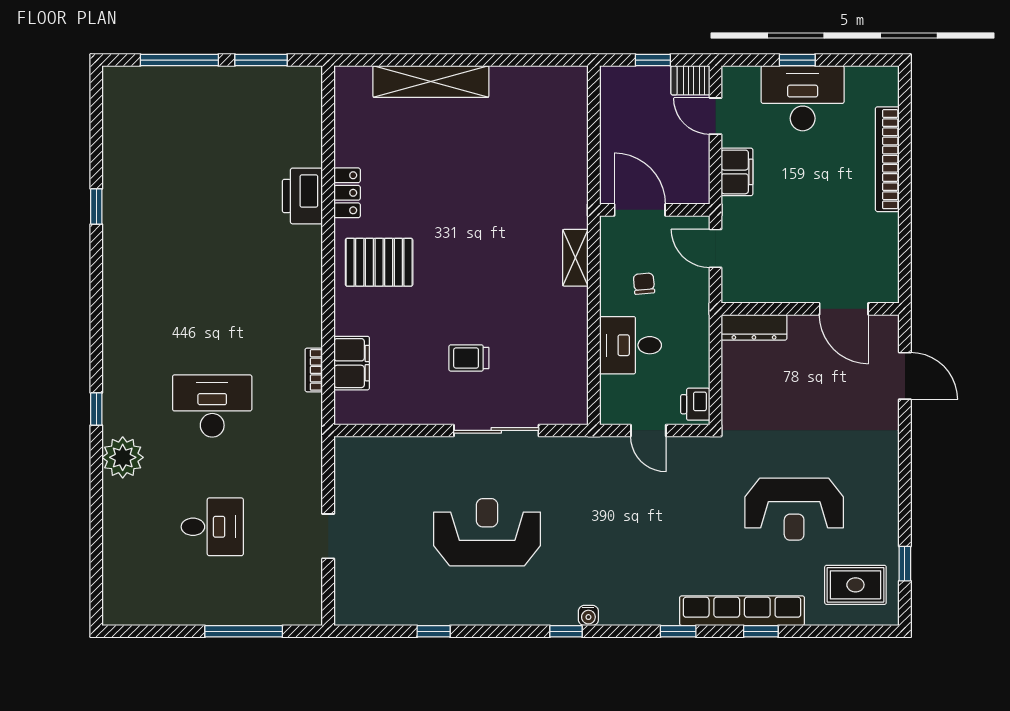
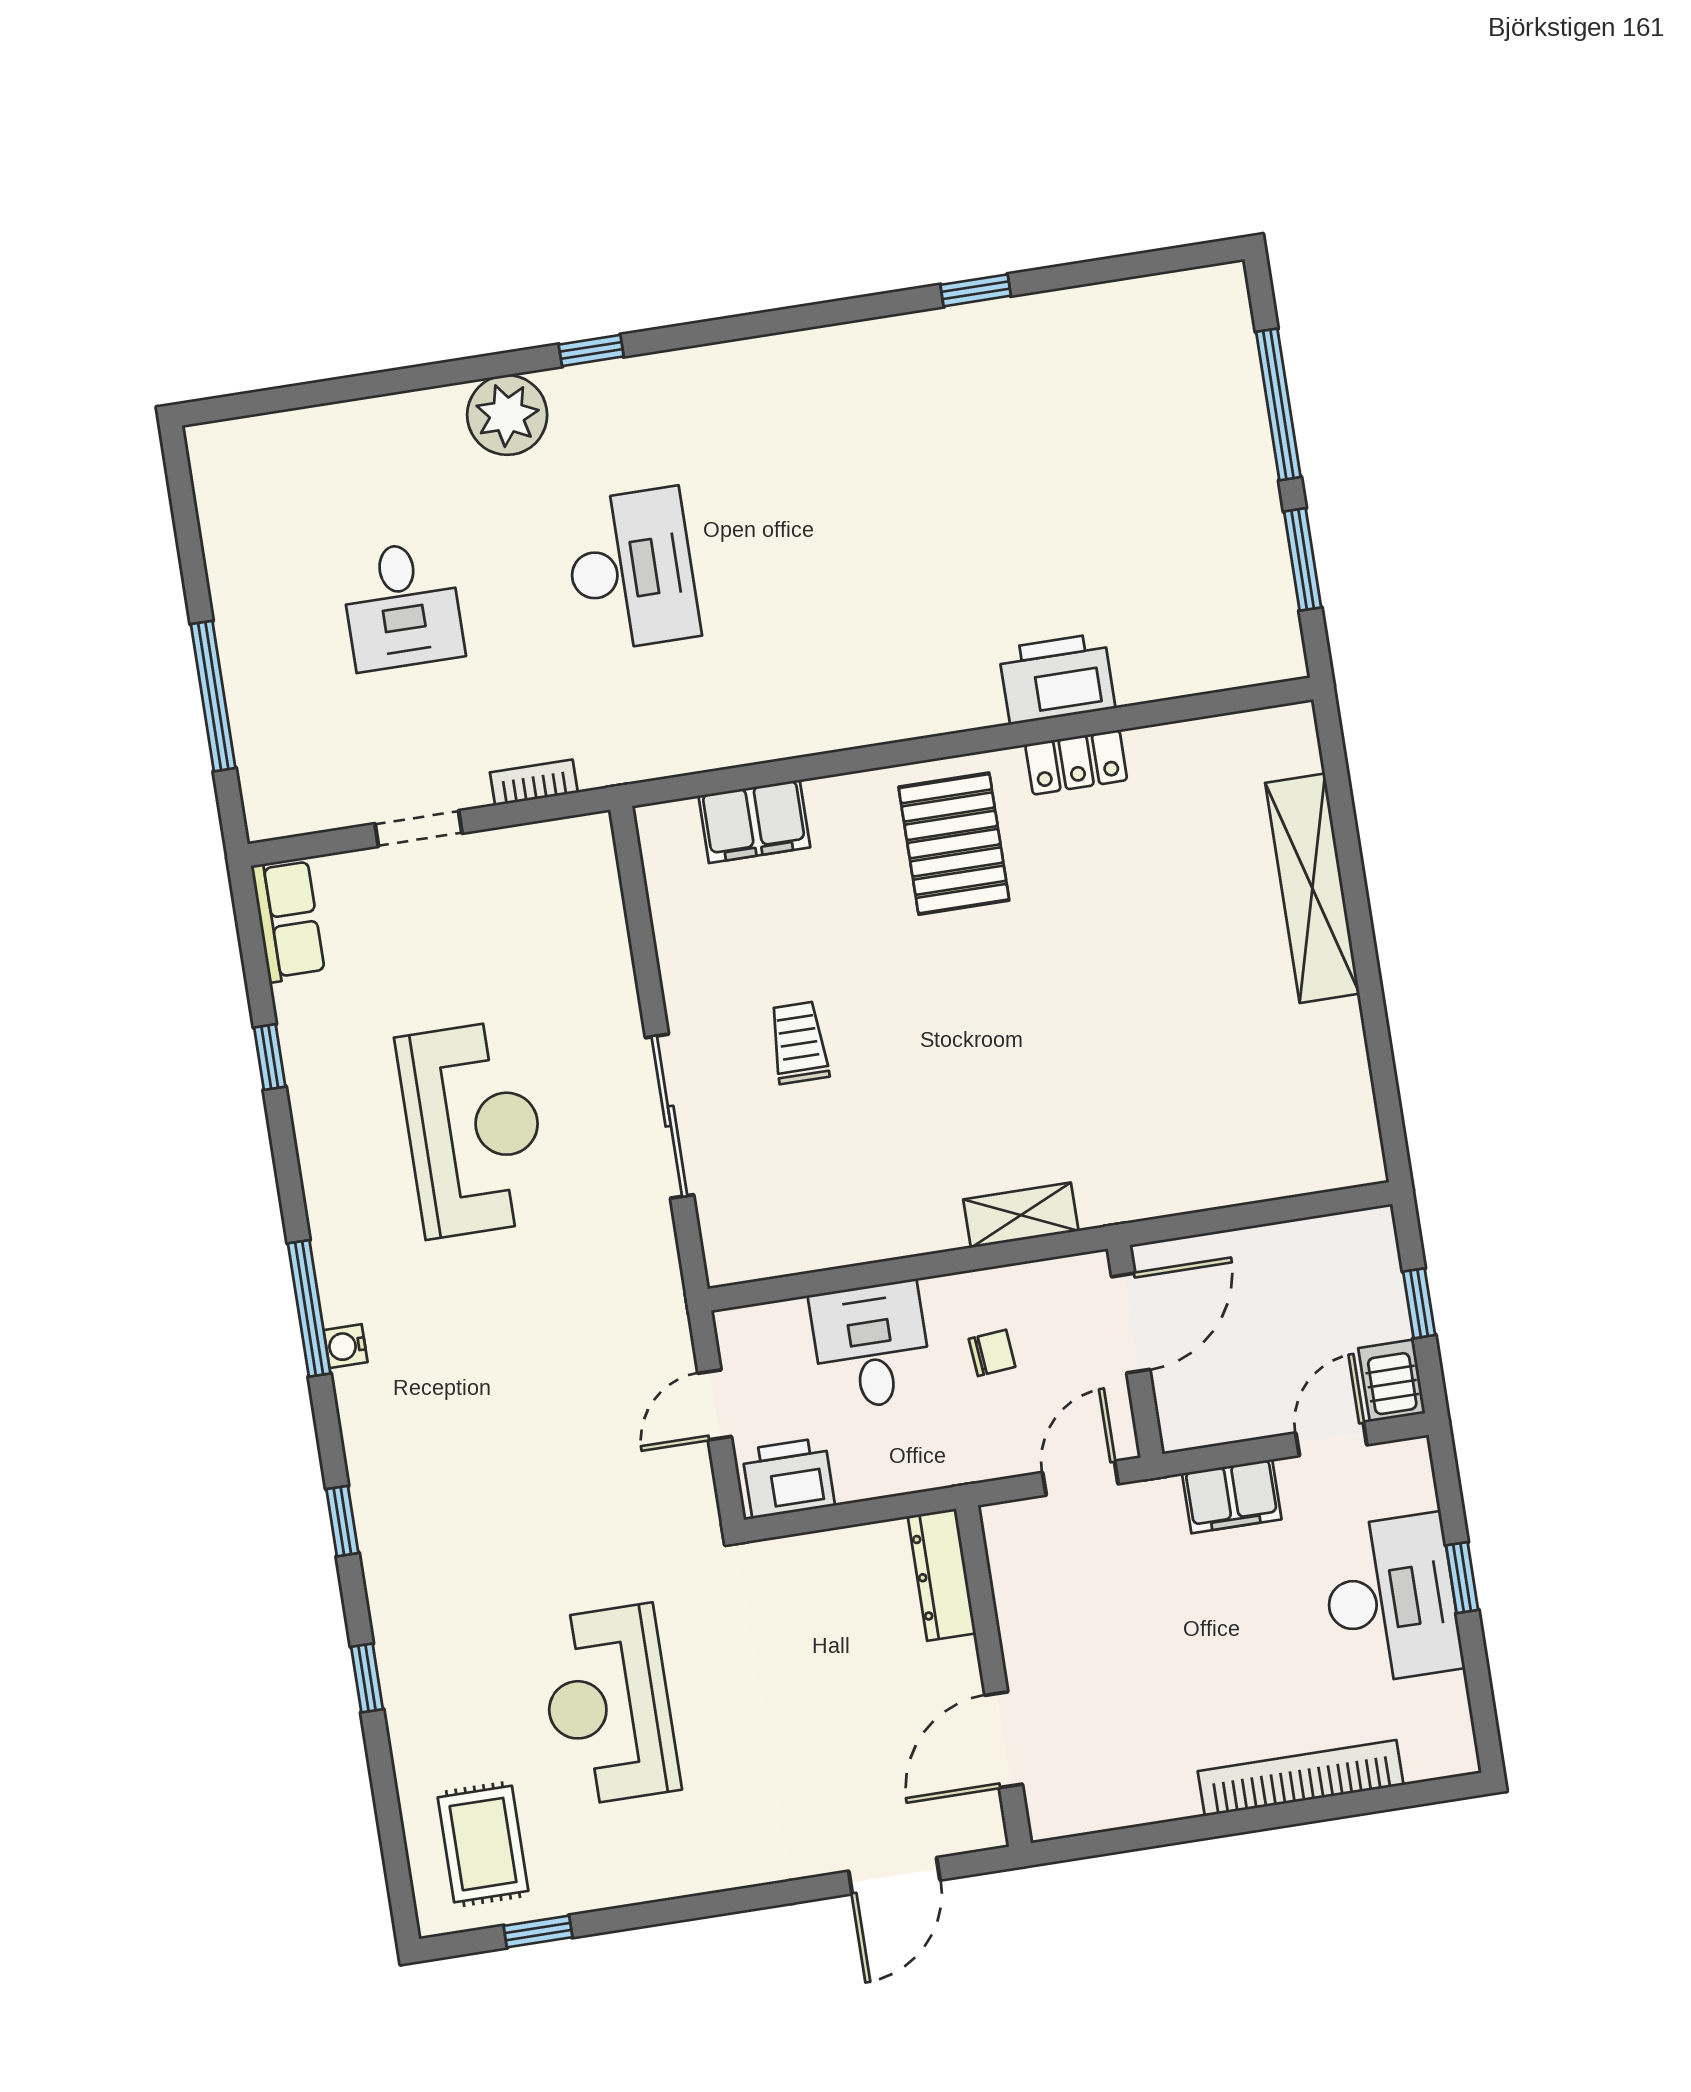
bookcase: (314, 370) -> (534, 782), moved
printer: (695, 404) -> (788, 1478), width x1.36, depth x1.24
row of seats: (742, 611) -> (288, 920), moved, width x0.50
window: (566, 631) -> (309, 1308), width x2.17

